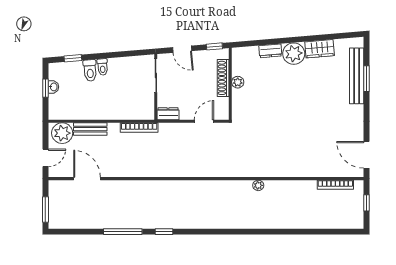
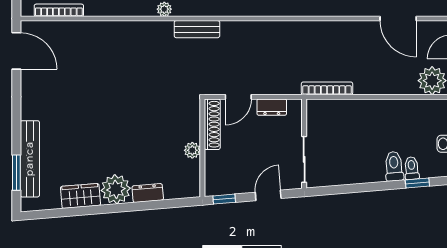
door: (182, 49) -> (268, 195), hinge flipped
toilet: (103, 67) -> (412, 168), moved
shoe rack: (223, 78) -> (212, 124), moved
window: (366, 79) -> (16, 173), moved
dresser: (168, 114) -> (272, 107), moved
bench: (90, 129) -> (197, 29), moved

